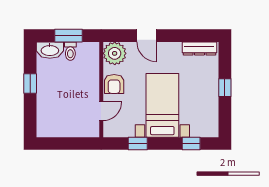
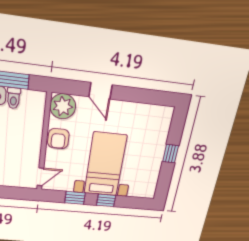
dresser: (199, 49) -> (154, 111), removed
door: (101, 111) -> (40, 177), moved
window: (191, 144) -> (106, 200), moved

